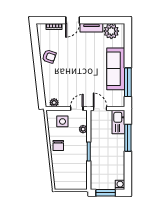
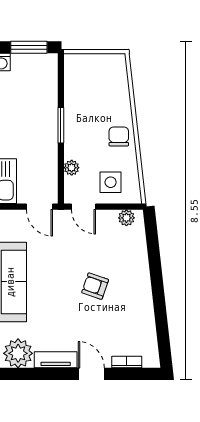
door: (73, 20) -> (91, 374), hinge flipped
armchair: (49, 56) -> (95, 286), moved
door: (77, 109) -> (83, 207), hinge flipped

